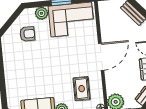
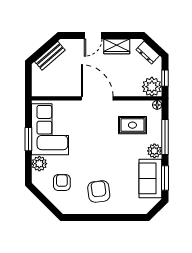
armchair: (23, 66) -> (99, 191), added

